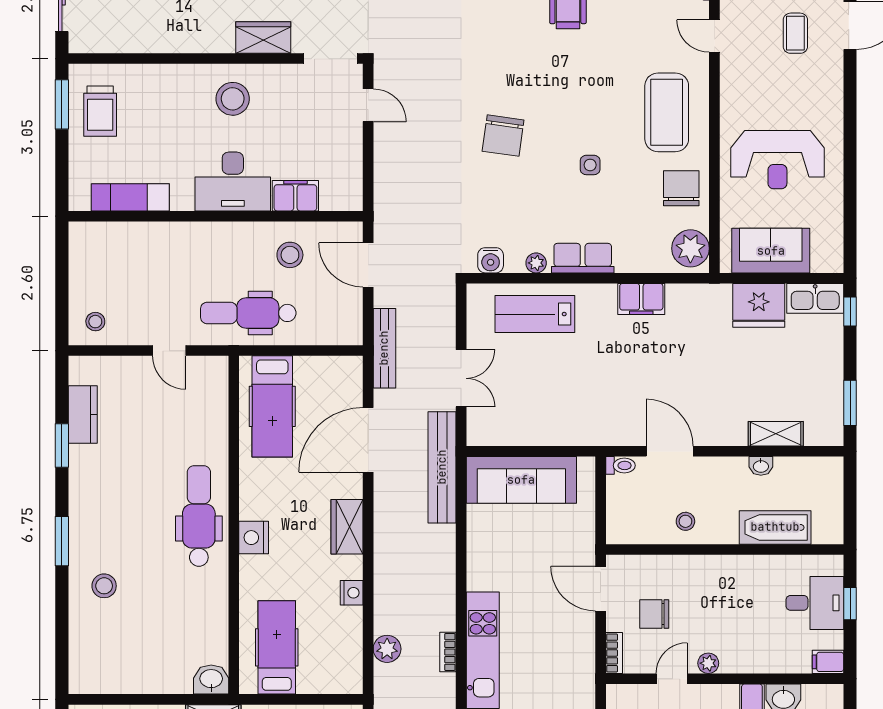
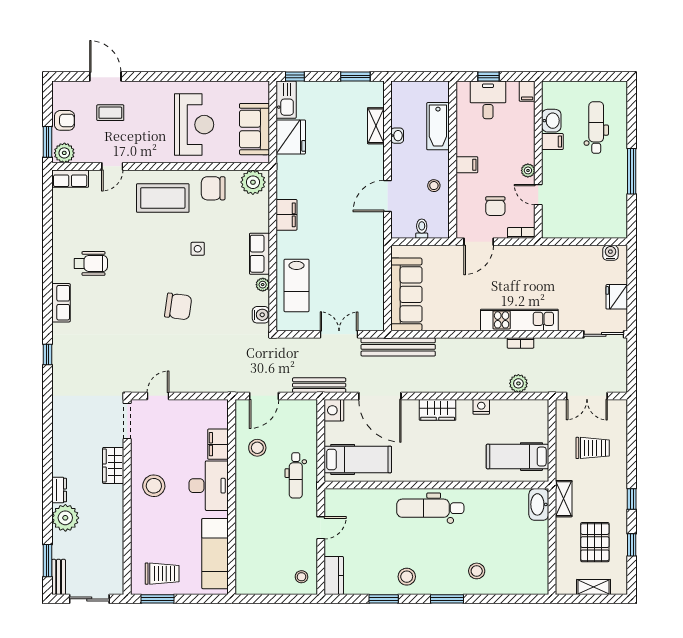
exam couch: (130, 197) -> (215, 554), width x1.36, depth x1.45
dental chair: (248, 313) -> (296, 475), width x0.73, depth x0.72
kitchen counter: (83, 414) -> (334, 575), moved, turned 90
toilet: (620, 465) -> (422, 229), moved
stool: (96, 480) -> (407, 577), added
nightstand: (254, 538) -> (334, 410), moved, turned 90
filing cabinet: (717, 571) -> (467, 165), added
washbasin: (211, 679) -> (539, 504), width x1.38

